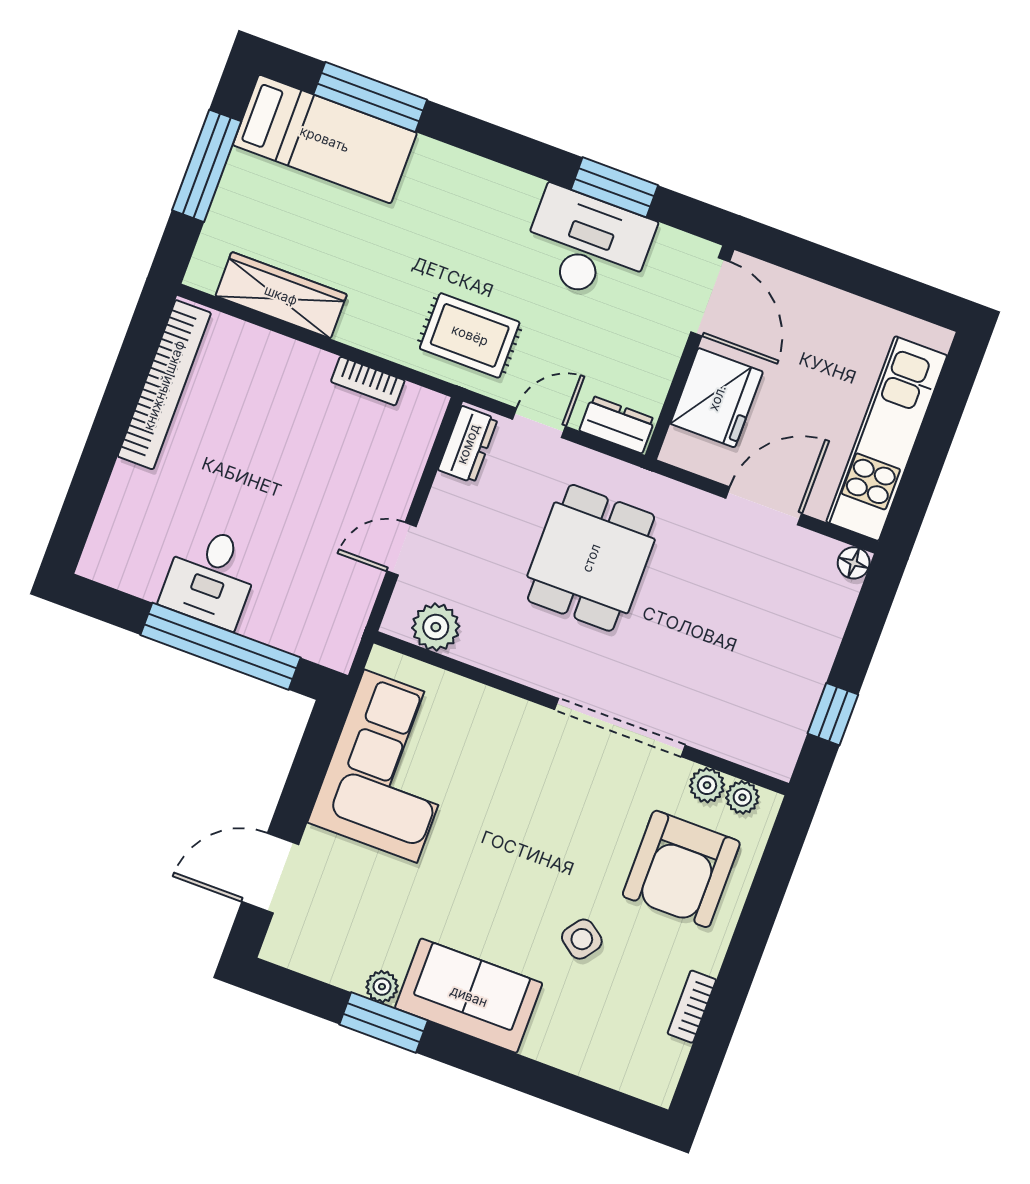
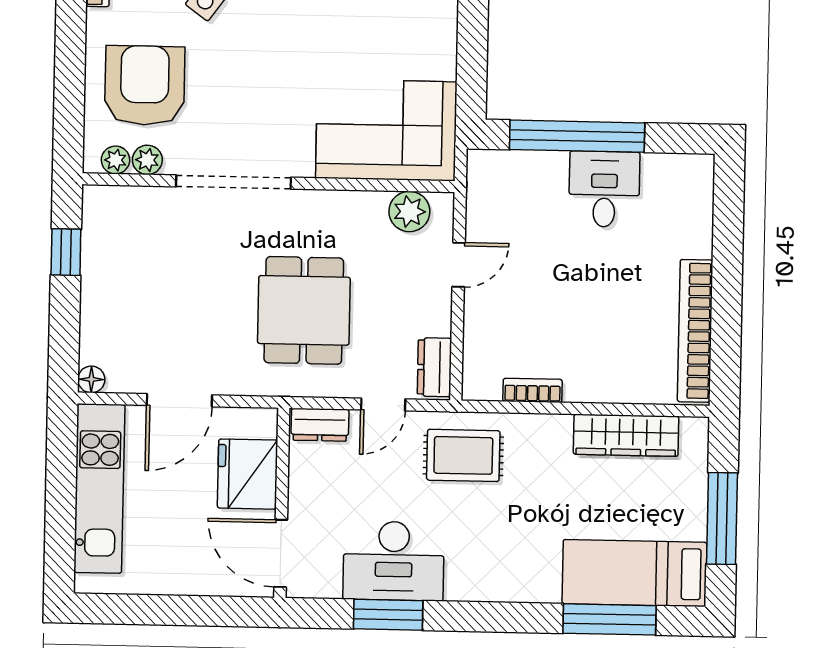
corner sofa: (390, 766) -> (386, 130), moved, turned 90

